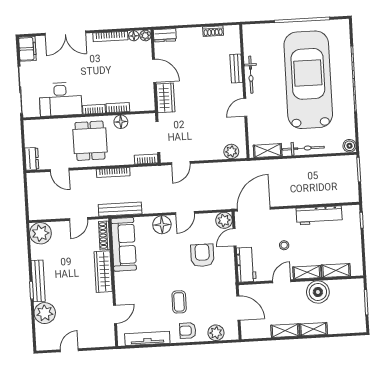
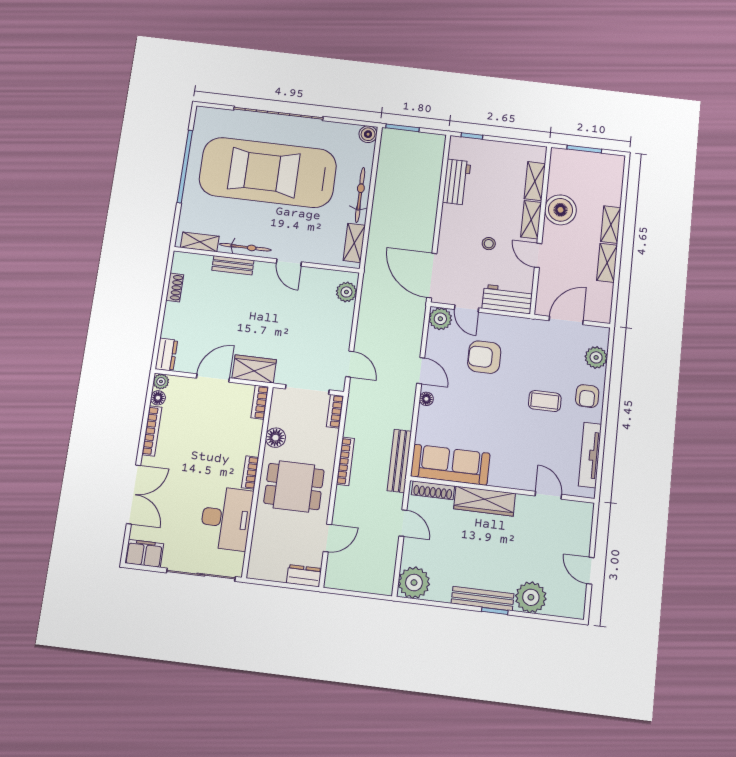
shelving: (249, 42) -> (200, 242), added
bookcase: (118, 108) -> (260, 402), moved
workbench: (319, 215) -> (457, 182), width x0.73
floor lamp: (162, 225) -> (426, 399), width x0.53, depth x0.53

